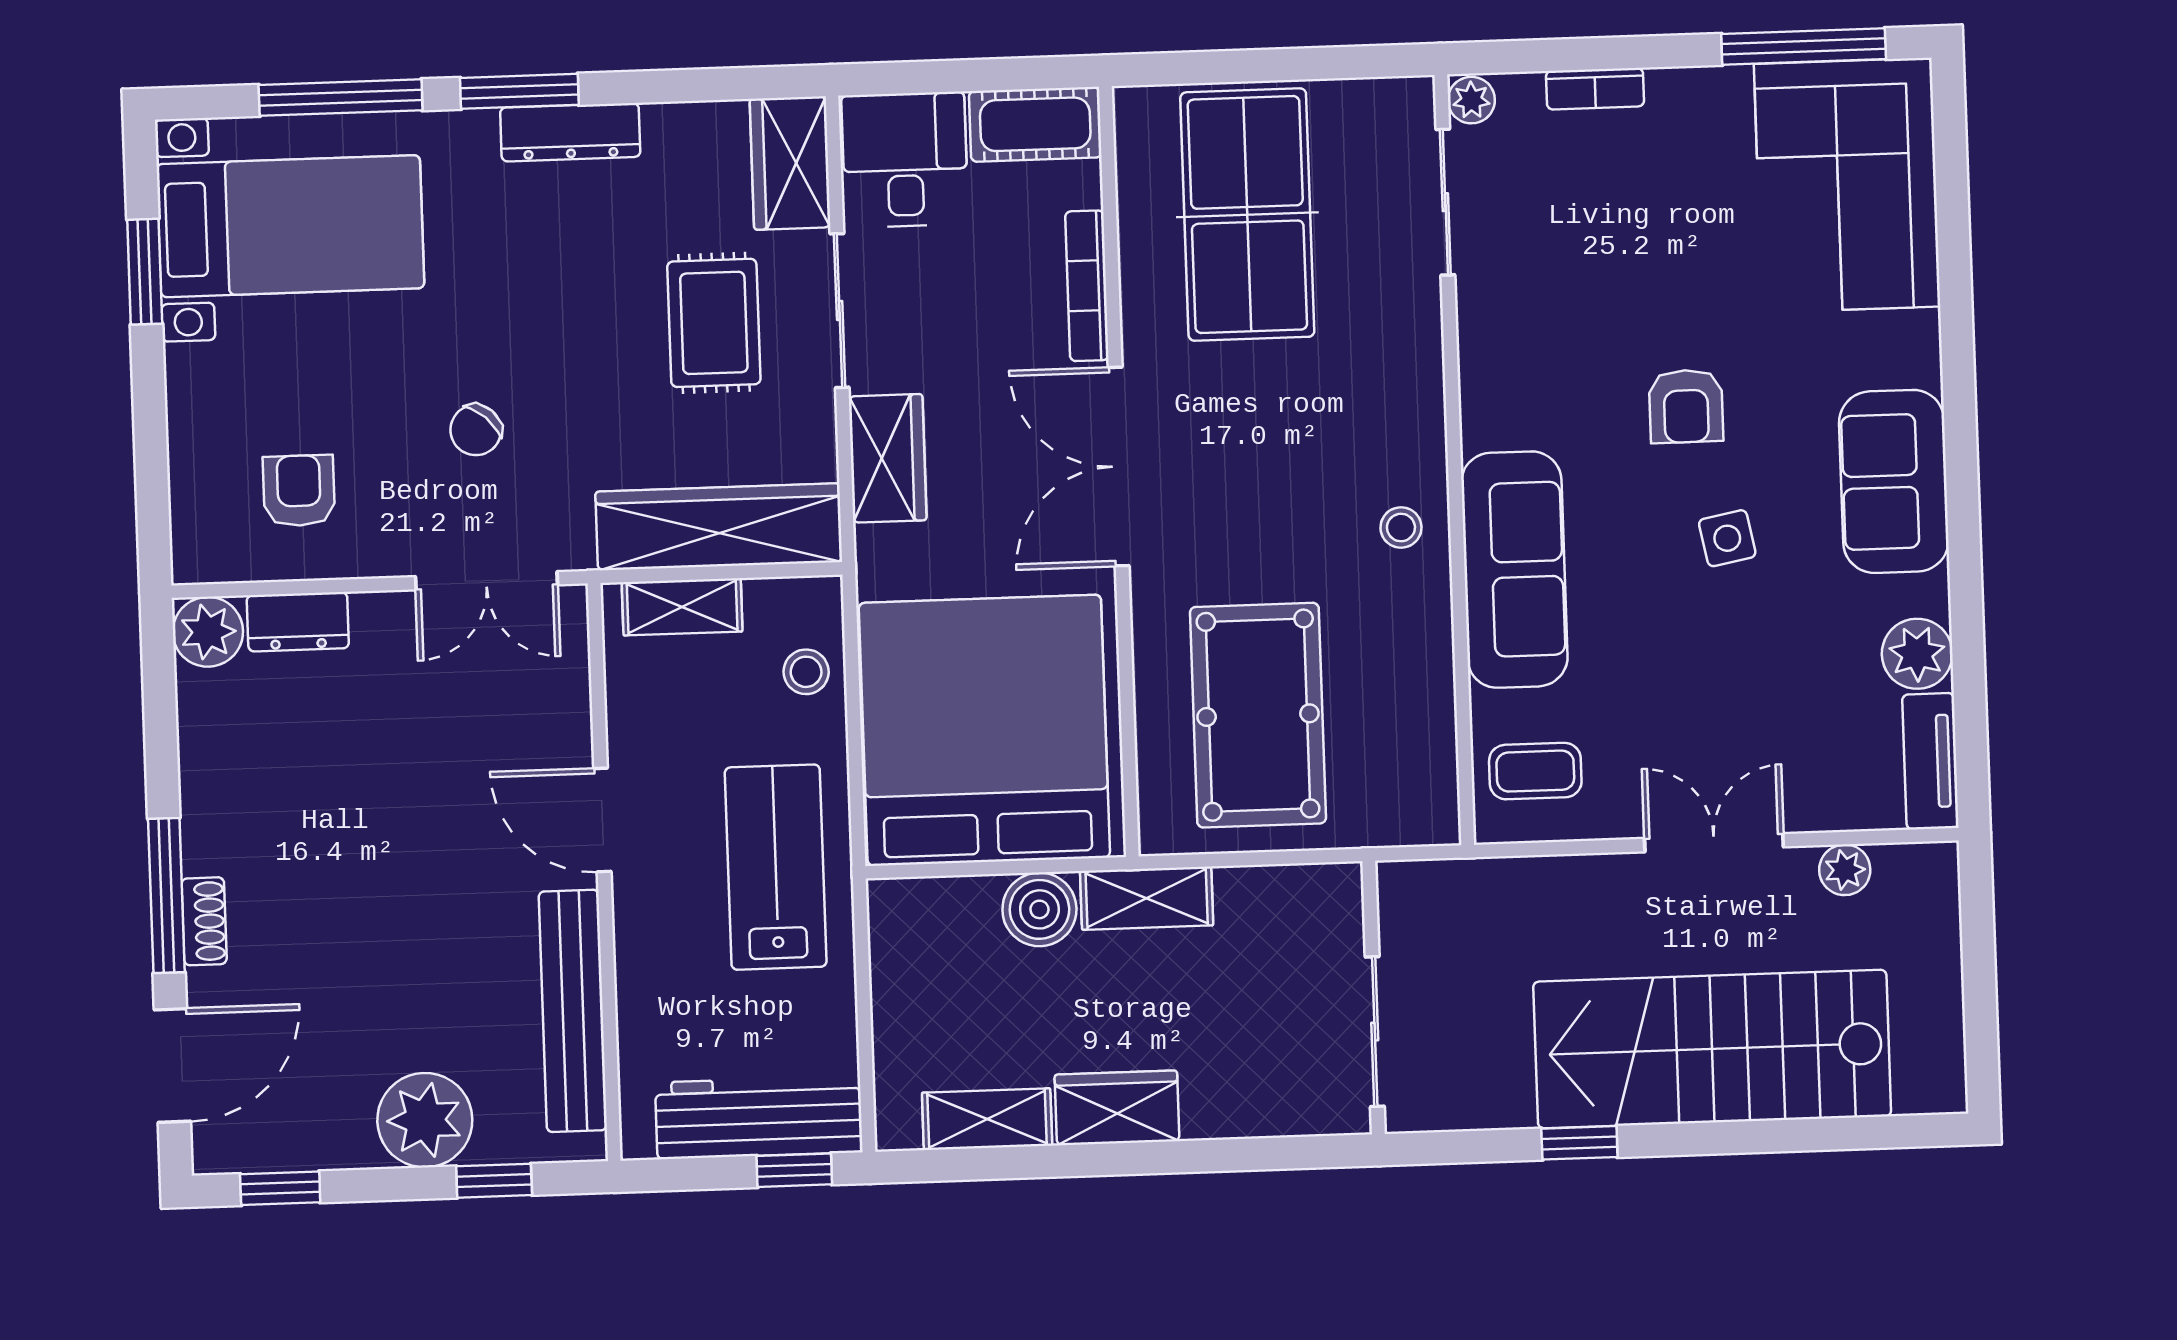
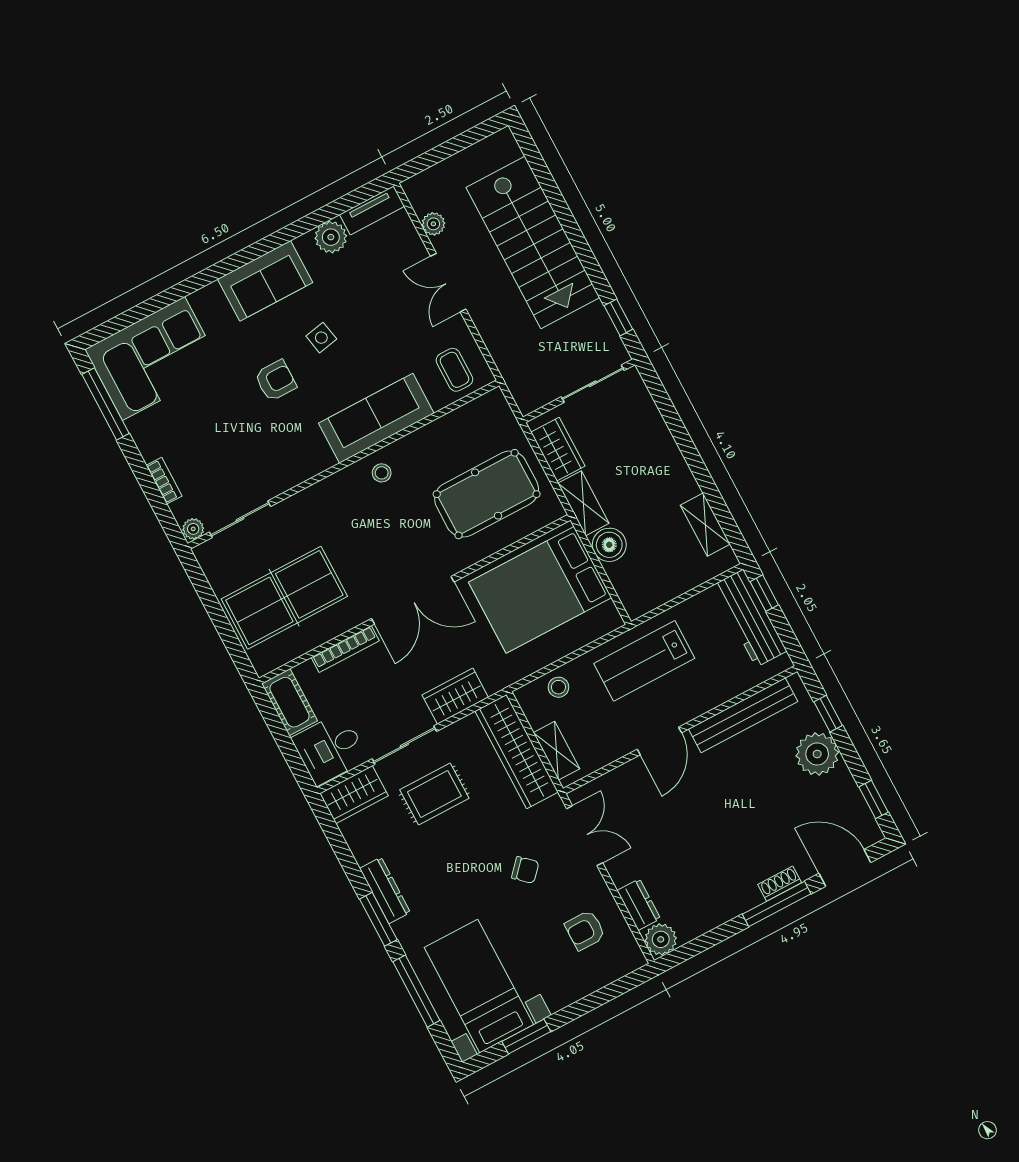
bed: (984, 730) -> (540, 590), width x0.73
wardrobe: (1117, 1108) -> (558, 449), moved, turned 180
window: (1579, 1143) -> (618, 317), moved

